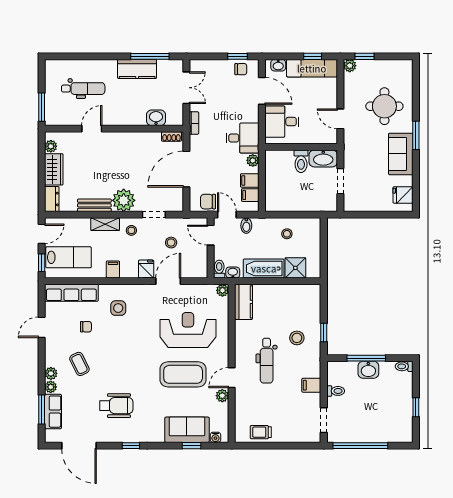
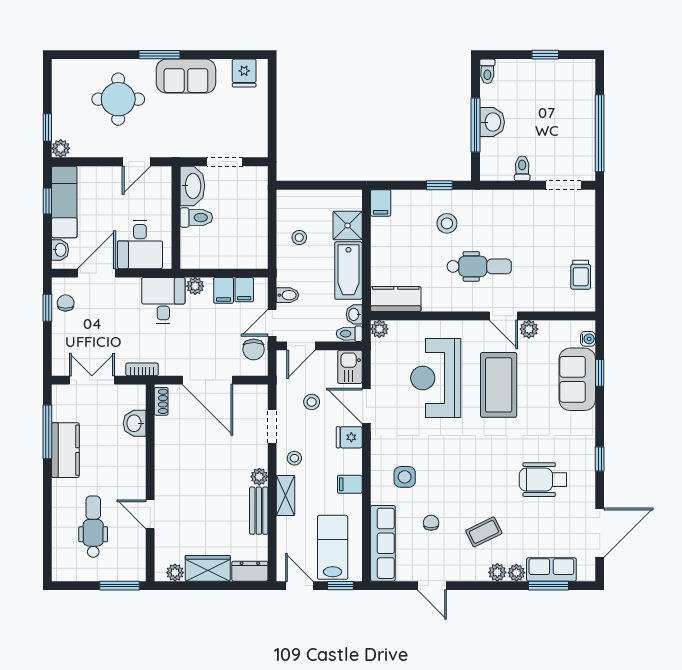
plant: (124, 200) -> (259, 477), width x0.53, depth x0.53
kitchen sink: (196, 270) -> (350, 367), added
filing cabinet: (311, 385) -> (381, 203), moved
wheelchair: (116, 406) -> (543, 480), turned -90

